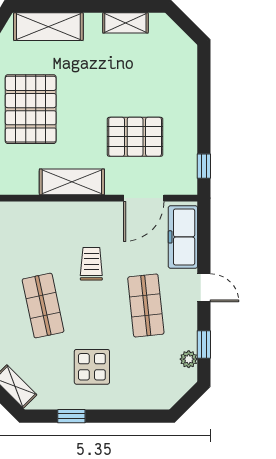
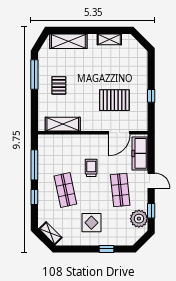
pallet: (31, 109) -> (59, 85), width x0.49, depth x0.50
window: (204, 166) -> (151, 96), moved
shelving: (72, 182) -> (63, 124), moved
plant: (189, 359) -> (139, 219), width x1.88, depth x1.88
window: (71, 416) -> (107, 249), moved

